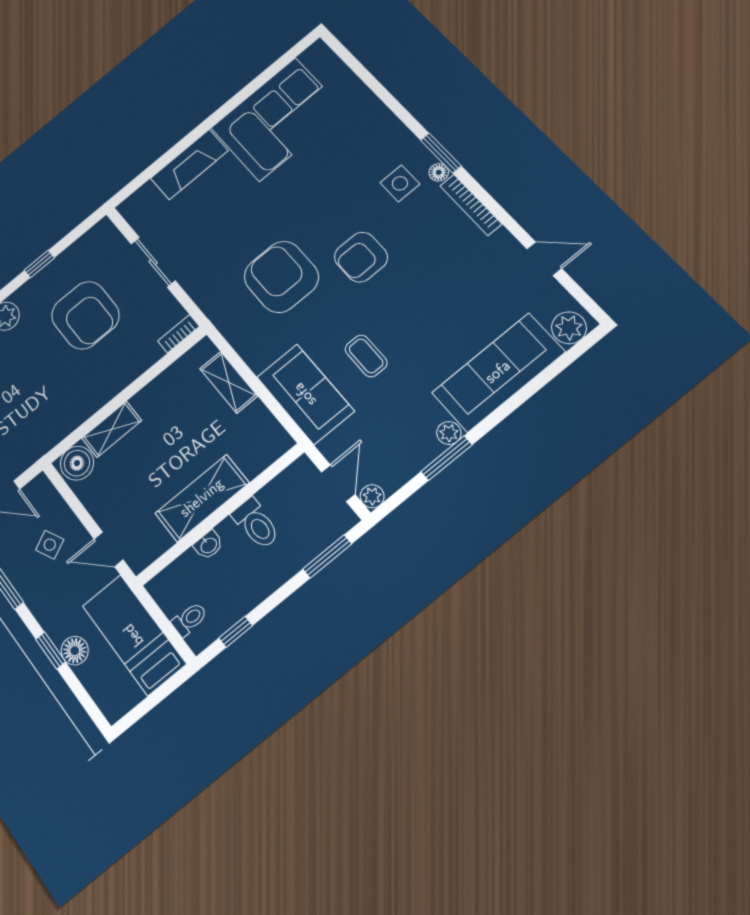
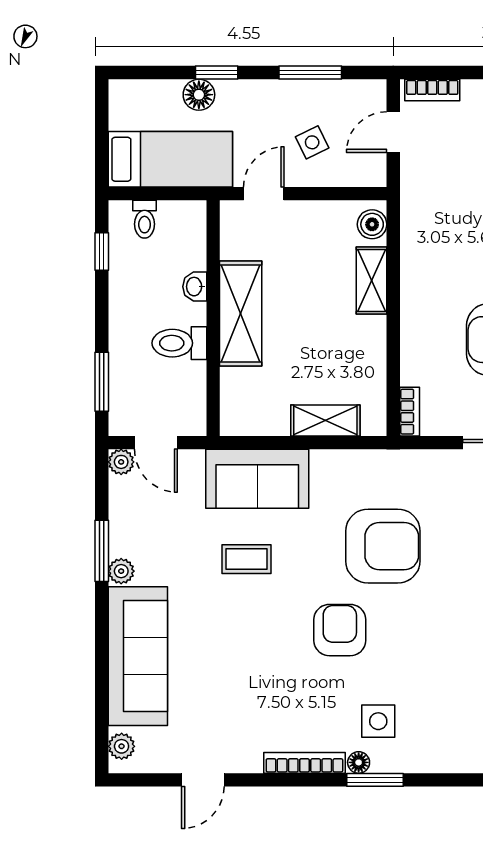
plant: (569, 328) -> (122, 746), width x0.73, depth x0.73
boiler: (77, 463) -> (372, 224), width x0.73, depth x0.73

